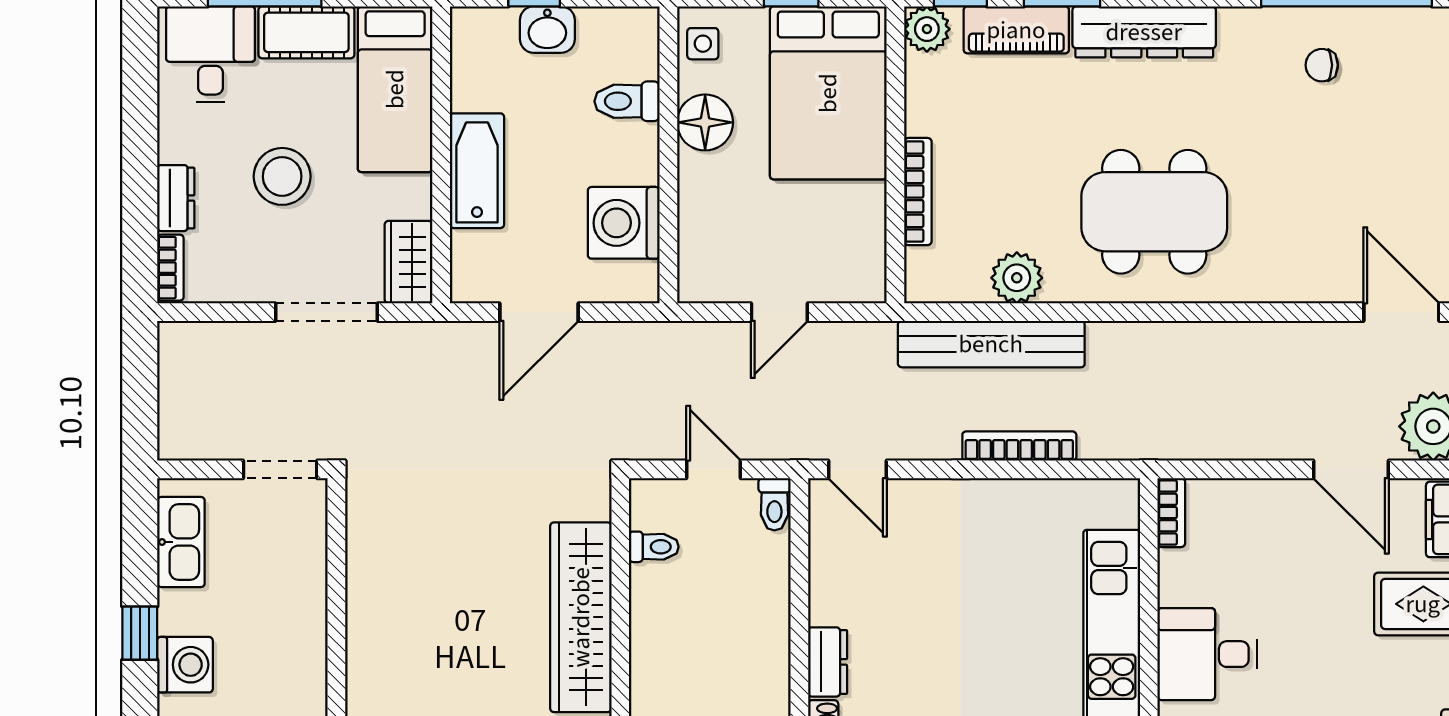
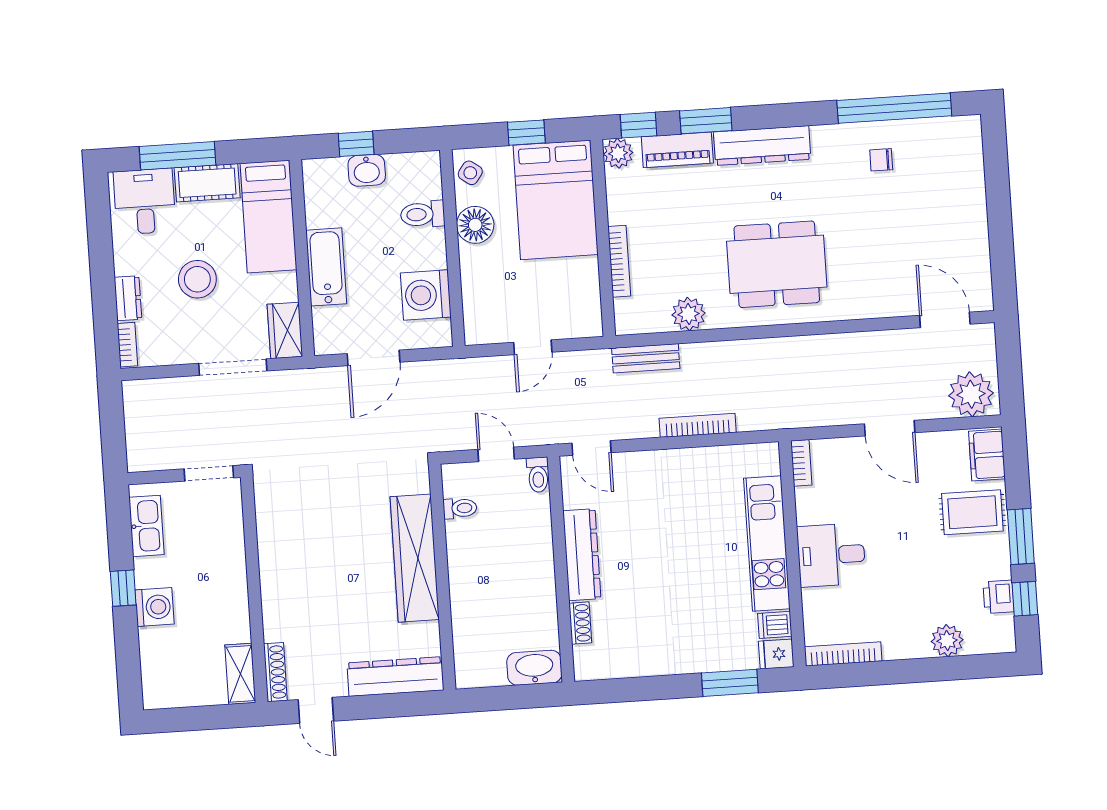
side table: (703, 44) -> (470, 173), turned 35
bench: (991, 344) -> (646, 358), width x0.54, depth x0.82
door: (1351, 469) -> (890, 428), moved
dresser: (828, 662) -> (582, 555), width x1.96, depth x1.24

